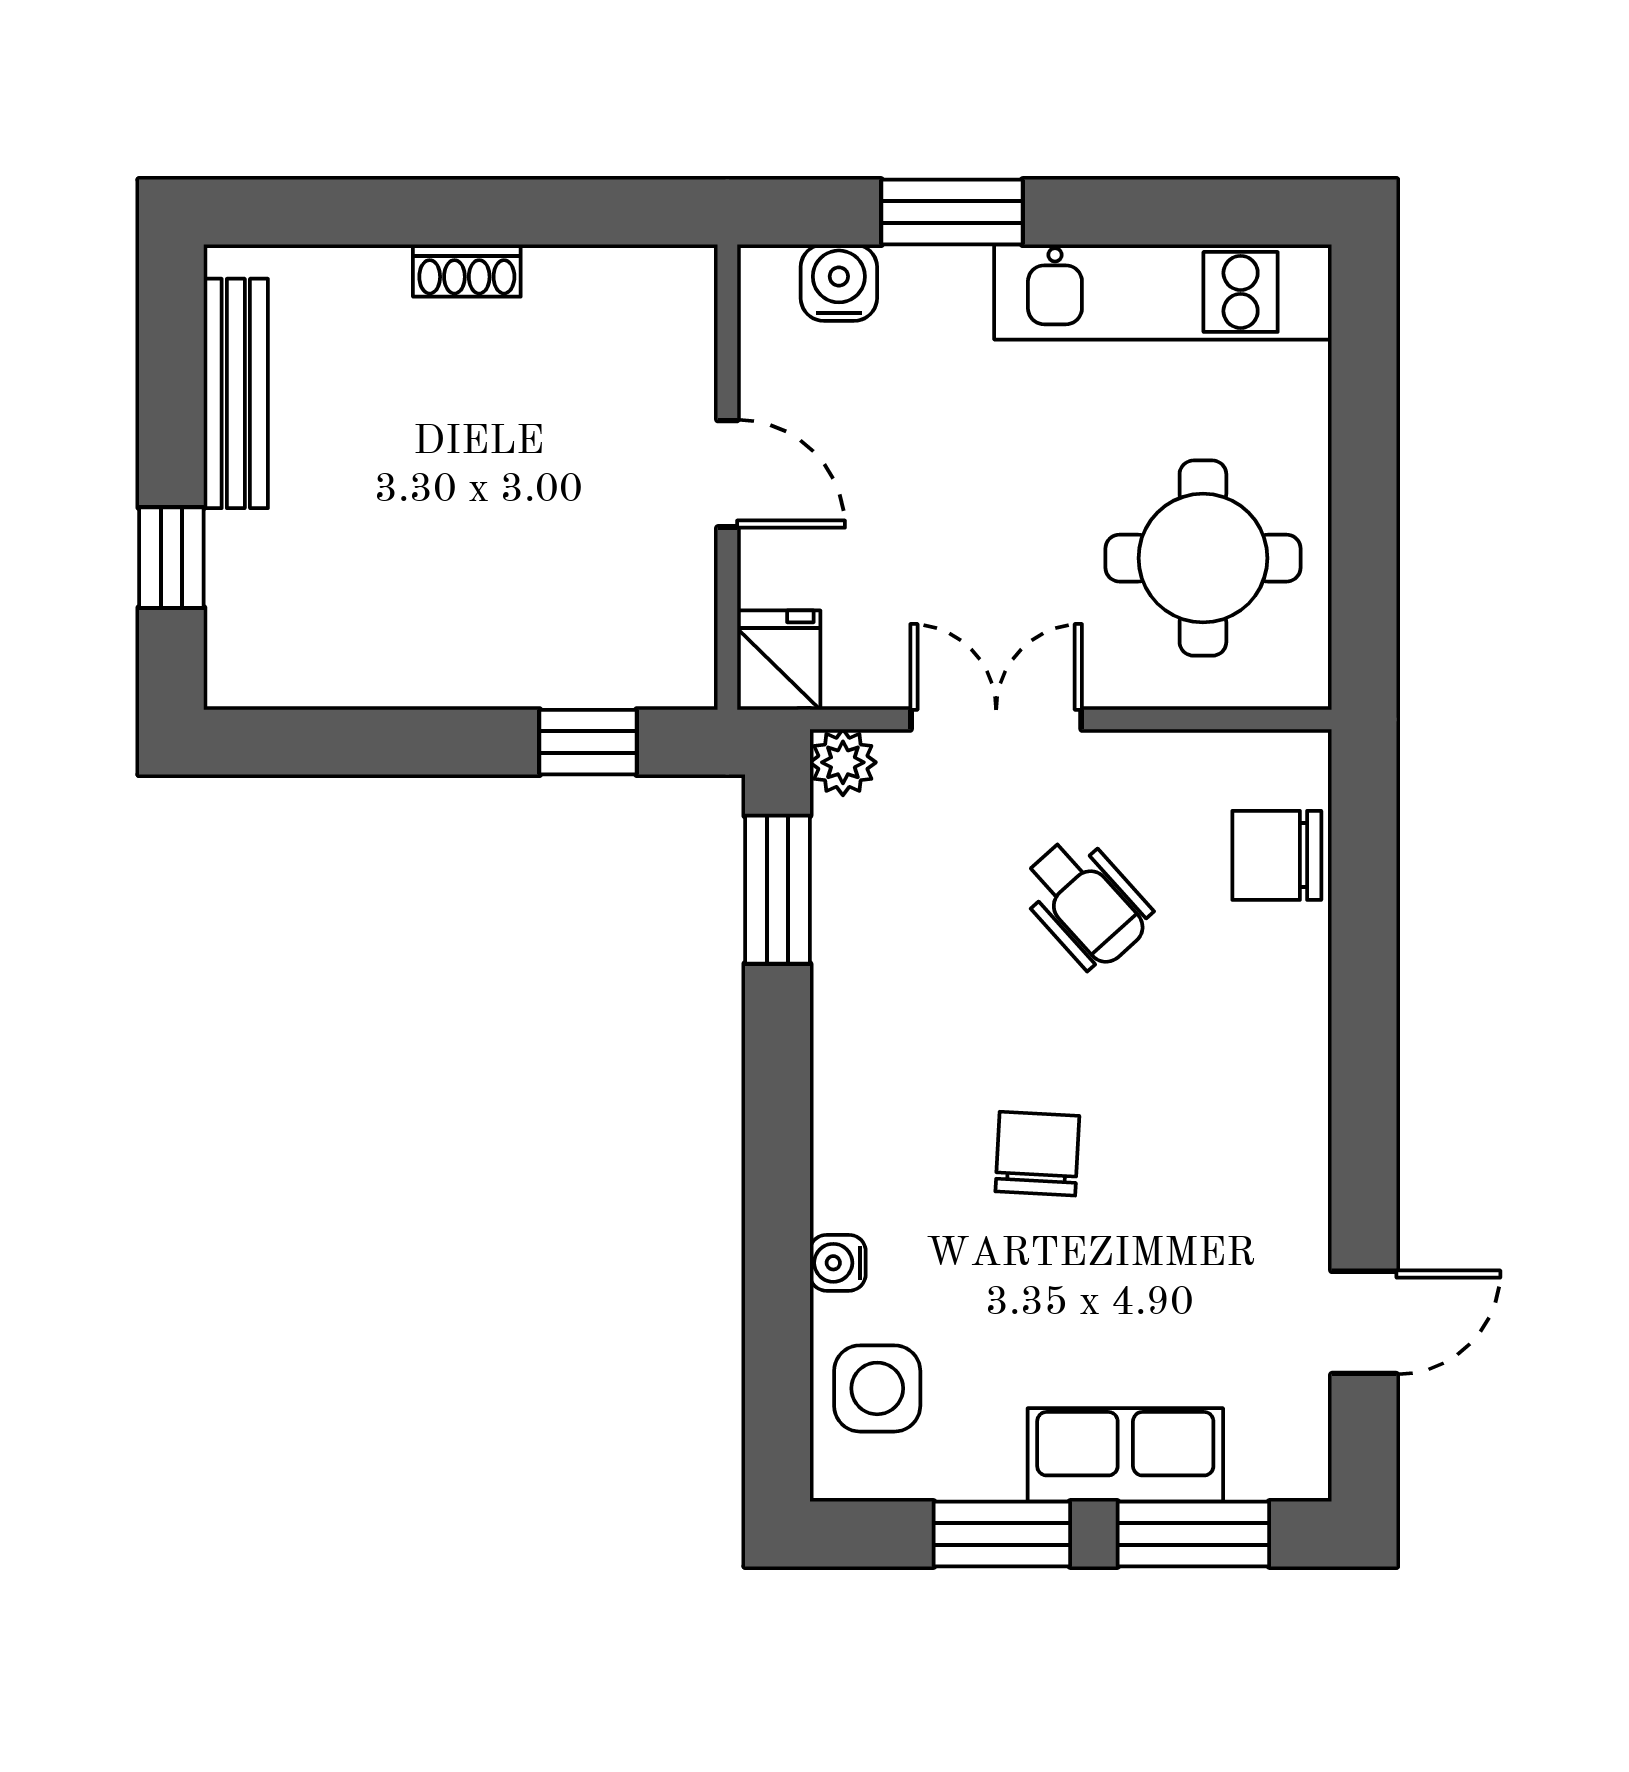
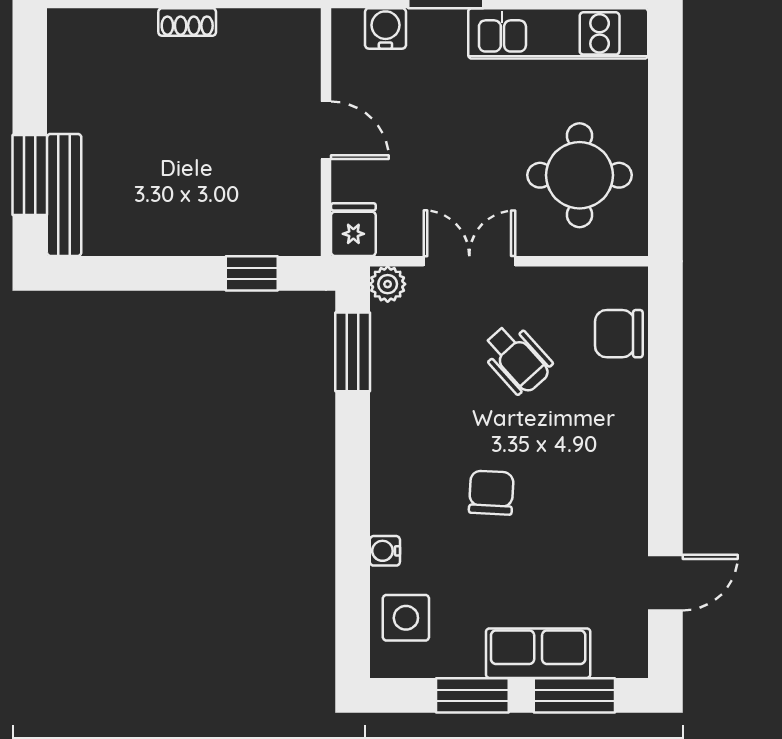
bench: (236, 393) -> (64, 195), moved
window: (171, 558) -> (30, 175), width x1.50

